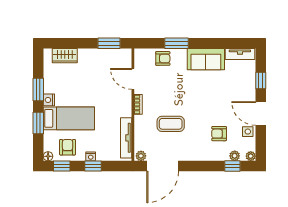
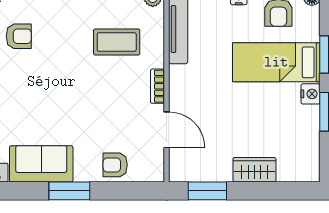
window: (177, 43) -> (69, 191), moved
wardrobe: (65, 56) -> (254, 170), moved
coffee table: (171, 124) -> (117, 42), moved

